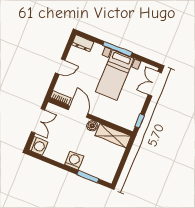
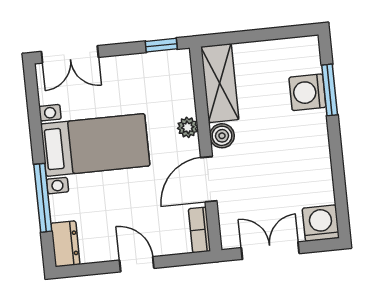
window: (117, 49) -> (43, 198), moved
plant: (103, 114) -> (188, 127), added
washing machine: (74, 161) -> (307, 92), moved

